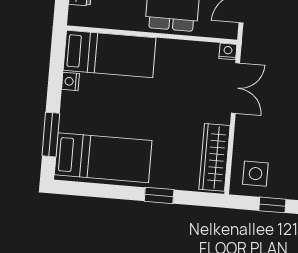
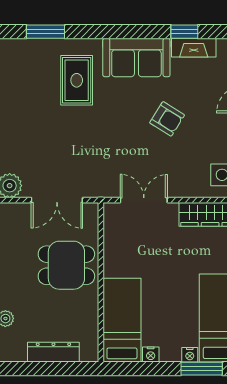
nightstand: (228, 51) -> (190, 355), moved, turned -90

